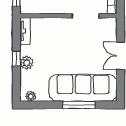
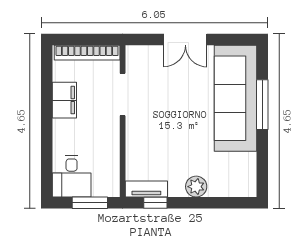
window: (16, 58) -> (155, 203), moved
plant: (31, 96) -> (249, 180), removed

